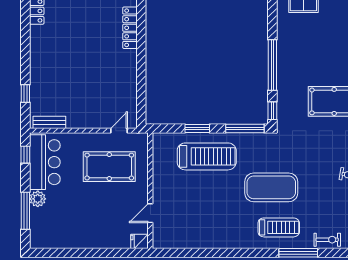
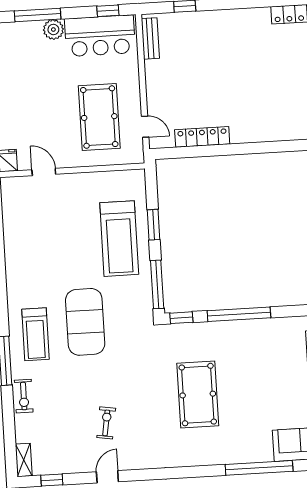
locker: (130, 28) -> (202, 137), moved

